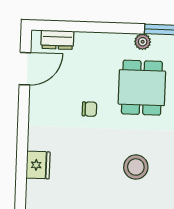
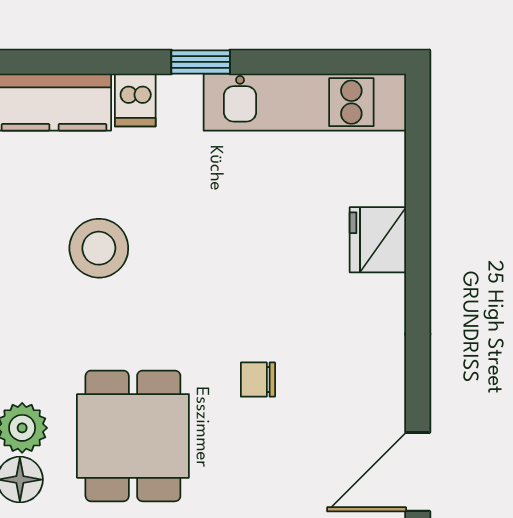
stool: (136, 167) -> (99, 248), moved

